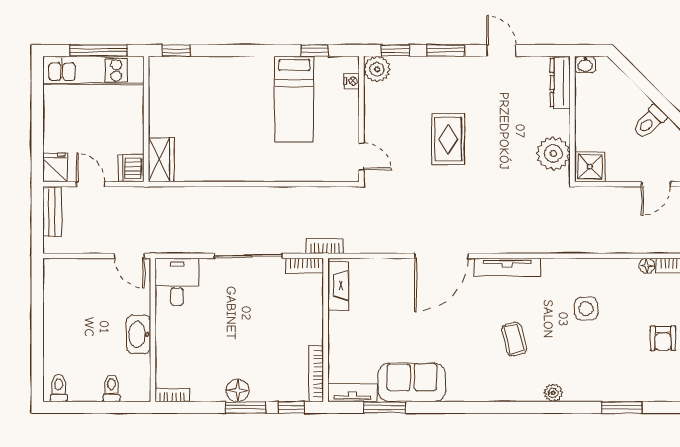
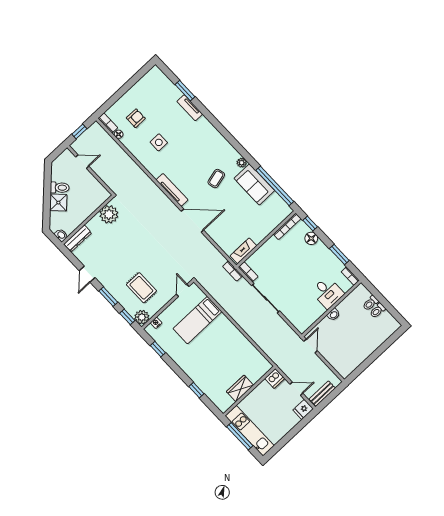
window: (176, 51) -> (196, 390), moved
bed: (294, 99) -> (197, 320), moved, turned 180
rug: (448, 139) -> (141, 288), moved, turned 90
wardrobe: (161, 160) -> (240, 388), moved
shower: (590, 167) -> (58, 203), moved, turned 45
door: (91, 184) -> (296, 389), swing flipped
desk: (177, 282) -> (327, 293), moved, turned -90
washbasin: (139, 334) -> (333, 315), width x0.52, depth x0.69
armchair: (663, 338) -> (136, 118), moved
coffee table: (514, 339) -> (216, 179), moved
toilet: (59, 388) -> (378, 311), moved
floor lamp: (238, 390) -> (311, 238), moved
tv unit: (352, 392) -> (190, 108), moved
plant: (553, 393) -> (242, 163), moved
window: (245, 407) -> (339, 254), moved
window: (385, 407) -> (275, 186), width x2.11

